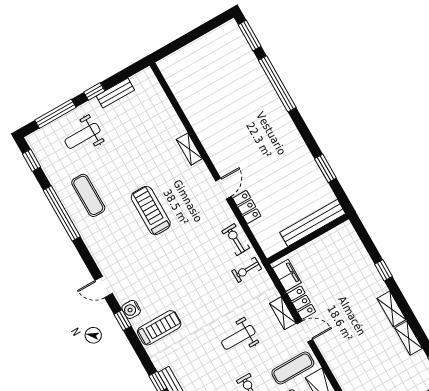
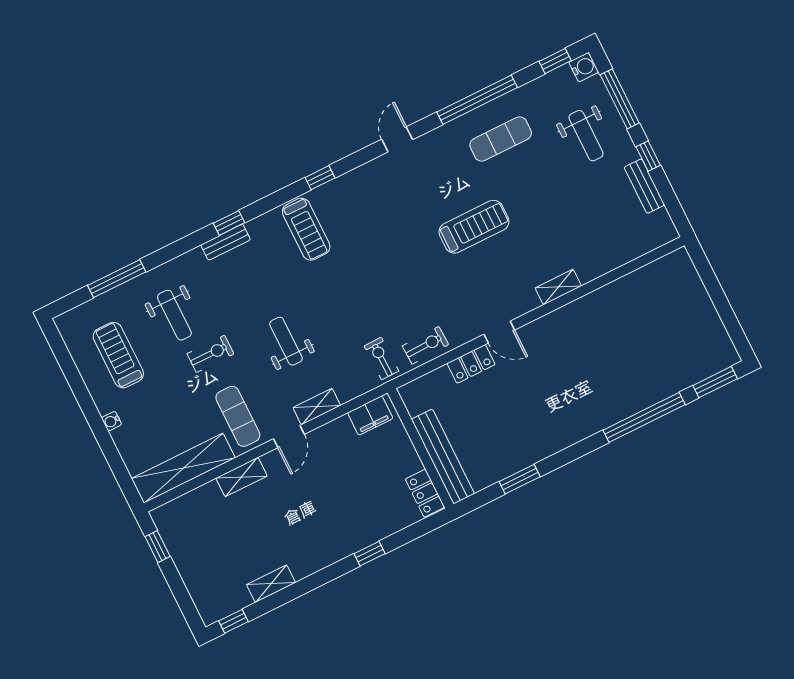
weight bench: (82, 136) -> (586, 136), turned 180
door: (104, 287) -> (397, 139), moved
locker: (301, 303) -> (425, 493), moved, turned 90
water cooler: (131, 309) -> (584, 67), moved, turned 90
shelving: (392, 309) -> (241, 477), moved

